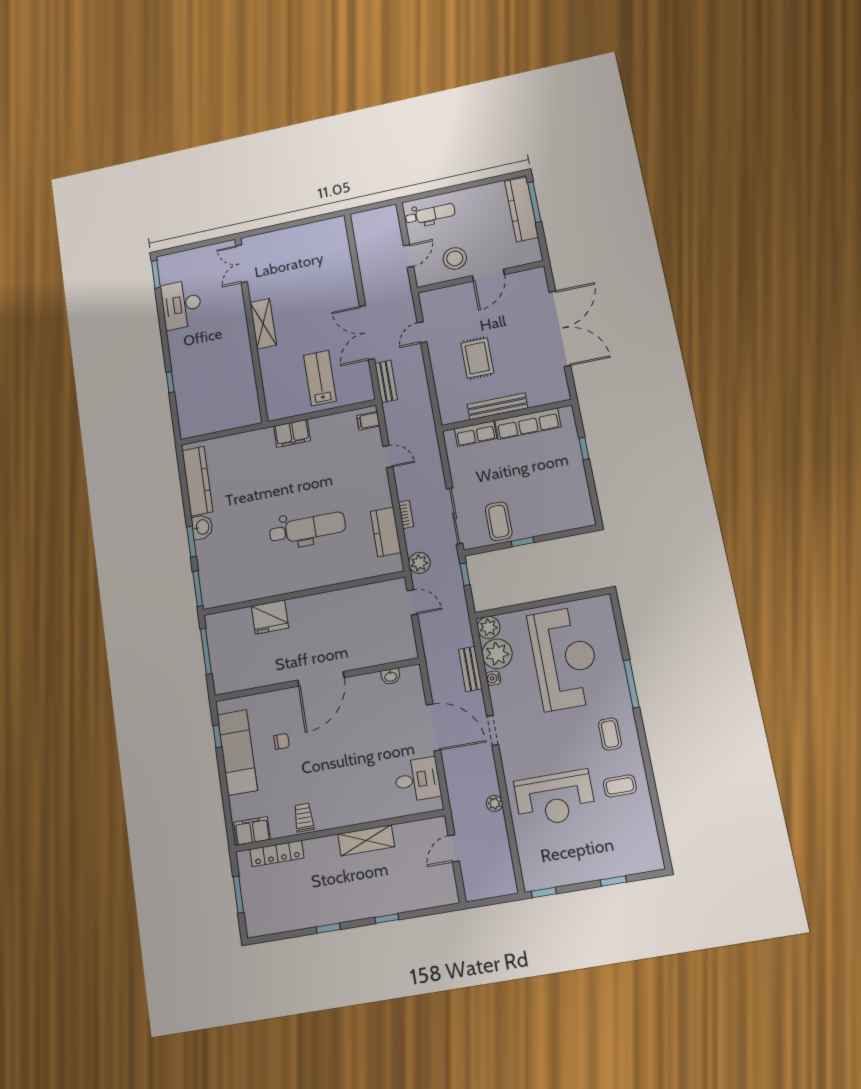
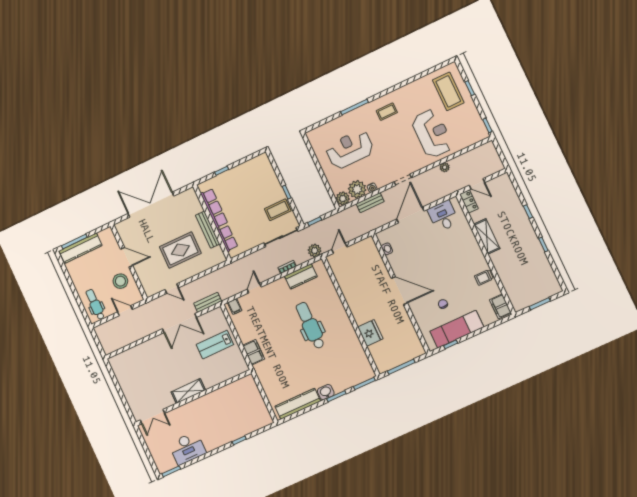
rug: (477, 358) -> (180, 250), width x1.36, depth x1.43
reception desk: (565, 658) -> (350, 149), width x0.74, depth x0.77
coffee table: (620, 786) -> (448, 91), moved, width x1.86, depth x1.72
locker: (277, 854) -> (469, 201), moved, width x0.66

